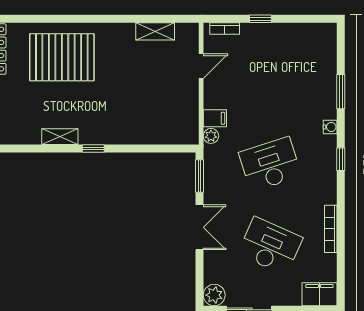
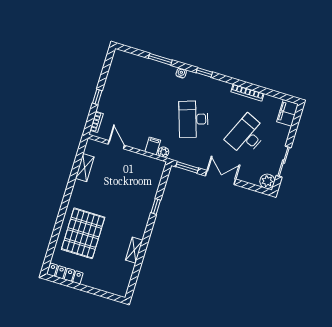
window: (93, 149) -> (156, 206), moved

